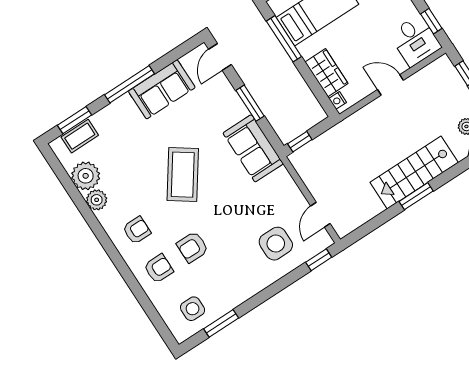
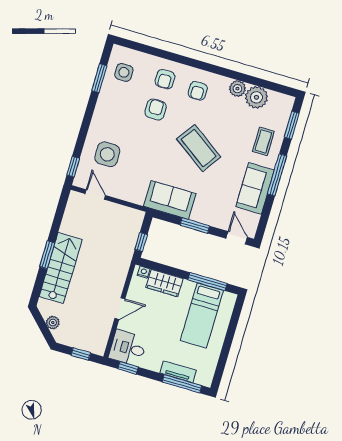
coffee table: (80, 136) -> (263, 141), moved
window: (300, 142) -> (141, 242), moved

